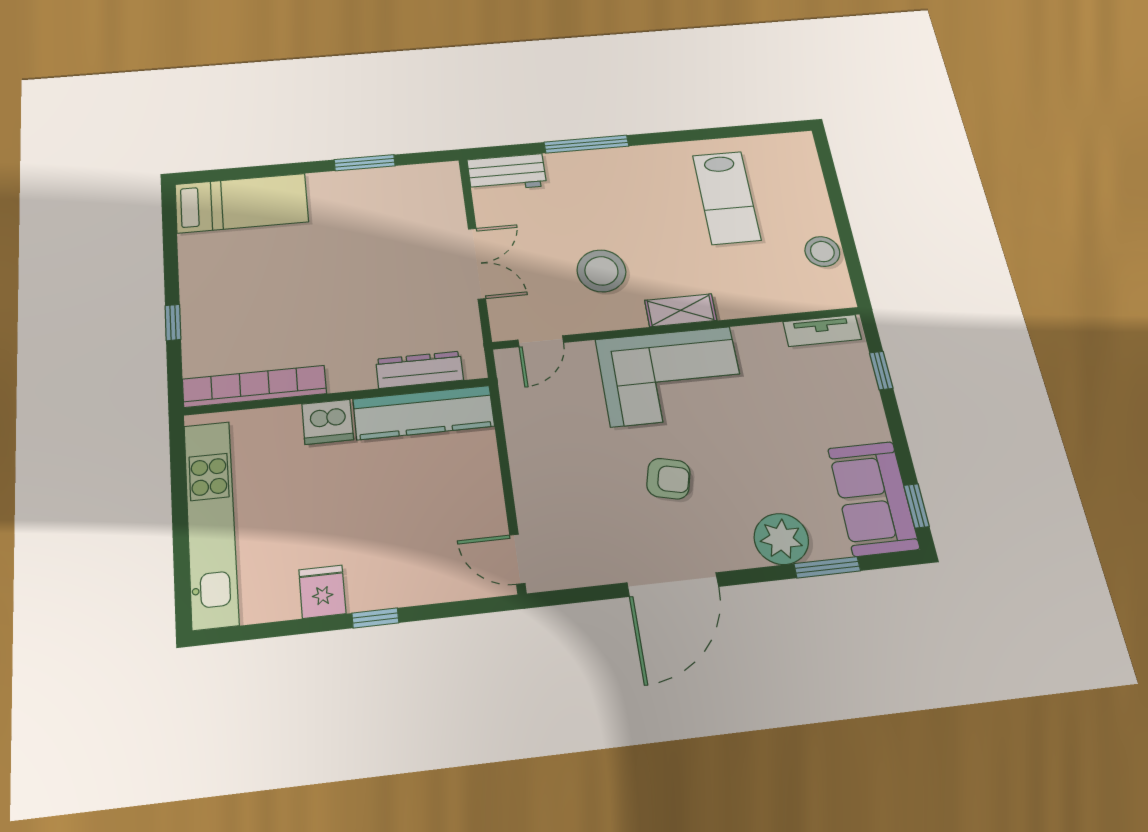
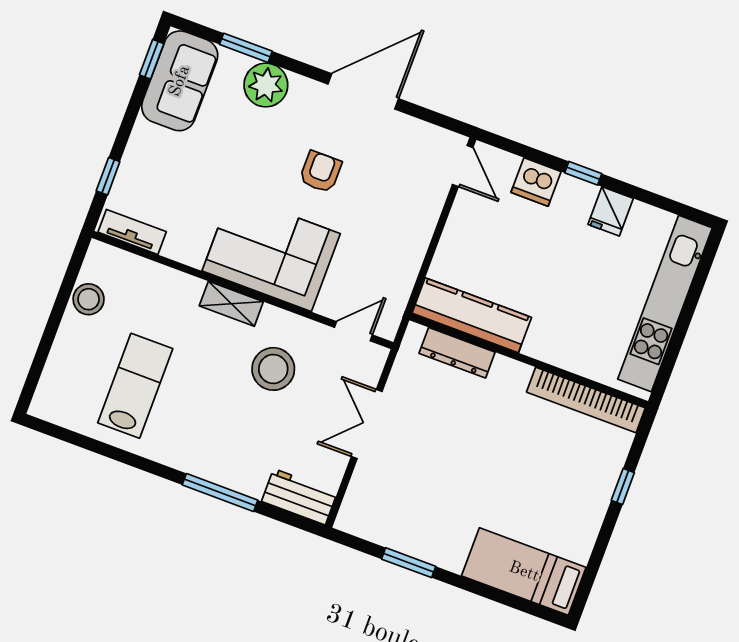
dishwasher: (328, 422) -> (536, 182), moved, turned 180
armchair: (668, 479) -> (321, 172), turned 76

